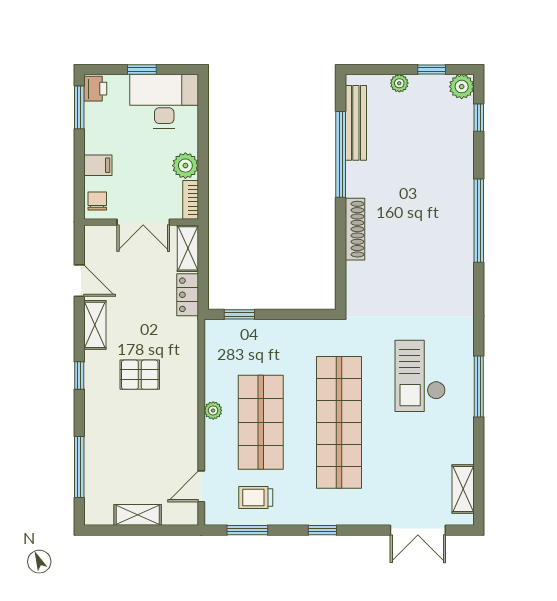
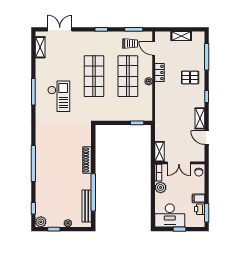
printer: (95, 89) -> (200, 209), moved
filing cabinet: (98, 165) -> (199, 198), moved
double door: (143, 222) -> (179, 163), swing flipped
locker: (188, 295) -> (160, 72), moved
pallet: (140, 375) -> (190, 77), moved
shop shelf: (339, 422) -> (94, 76), width x0.71
door: (201, 486) -> (154, 48), swing flipped

